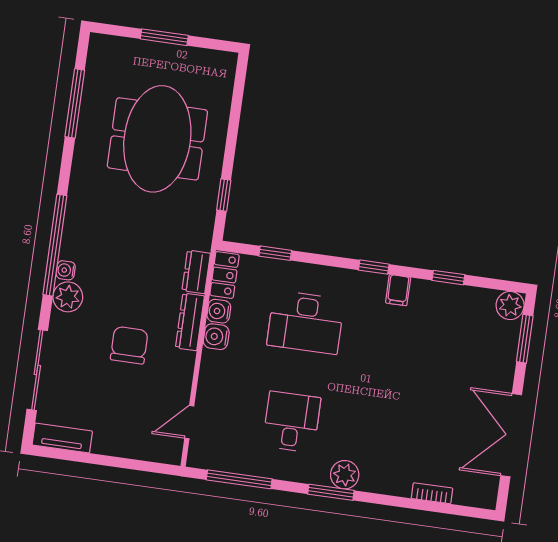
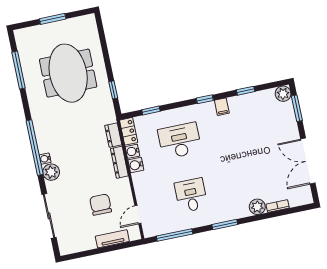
desk: (306, 322) -> (180, 141), turned 180
chair: (129, 345) -> (101, 205), moved
tv unit: (62, 438) -> (112, 239), moved
plant: (345, 475) -> (257, 207), moved

